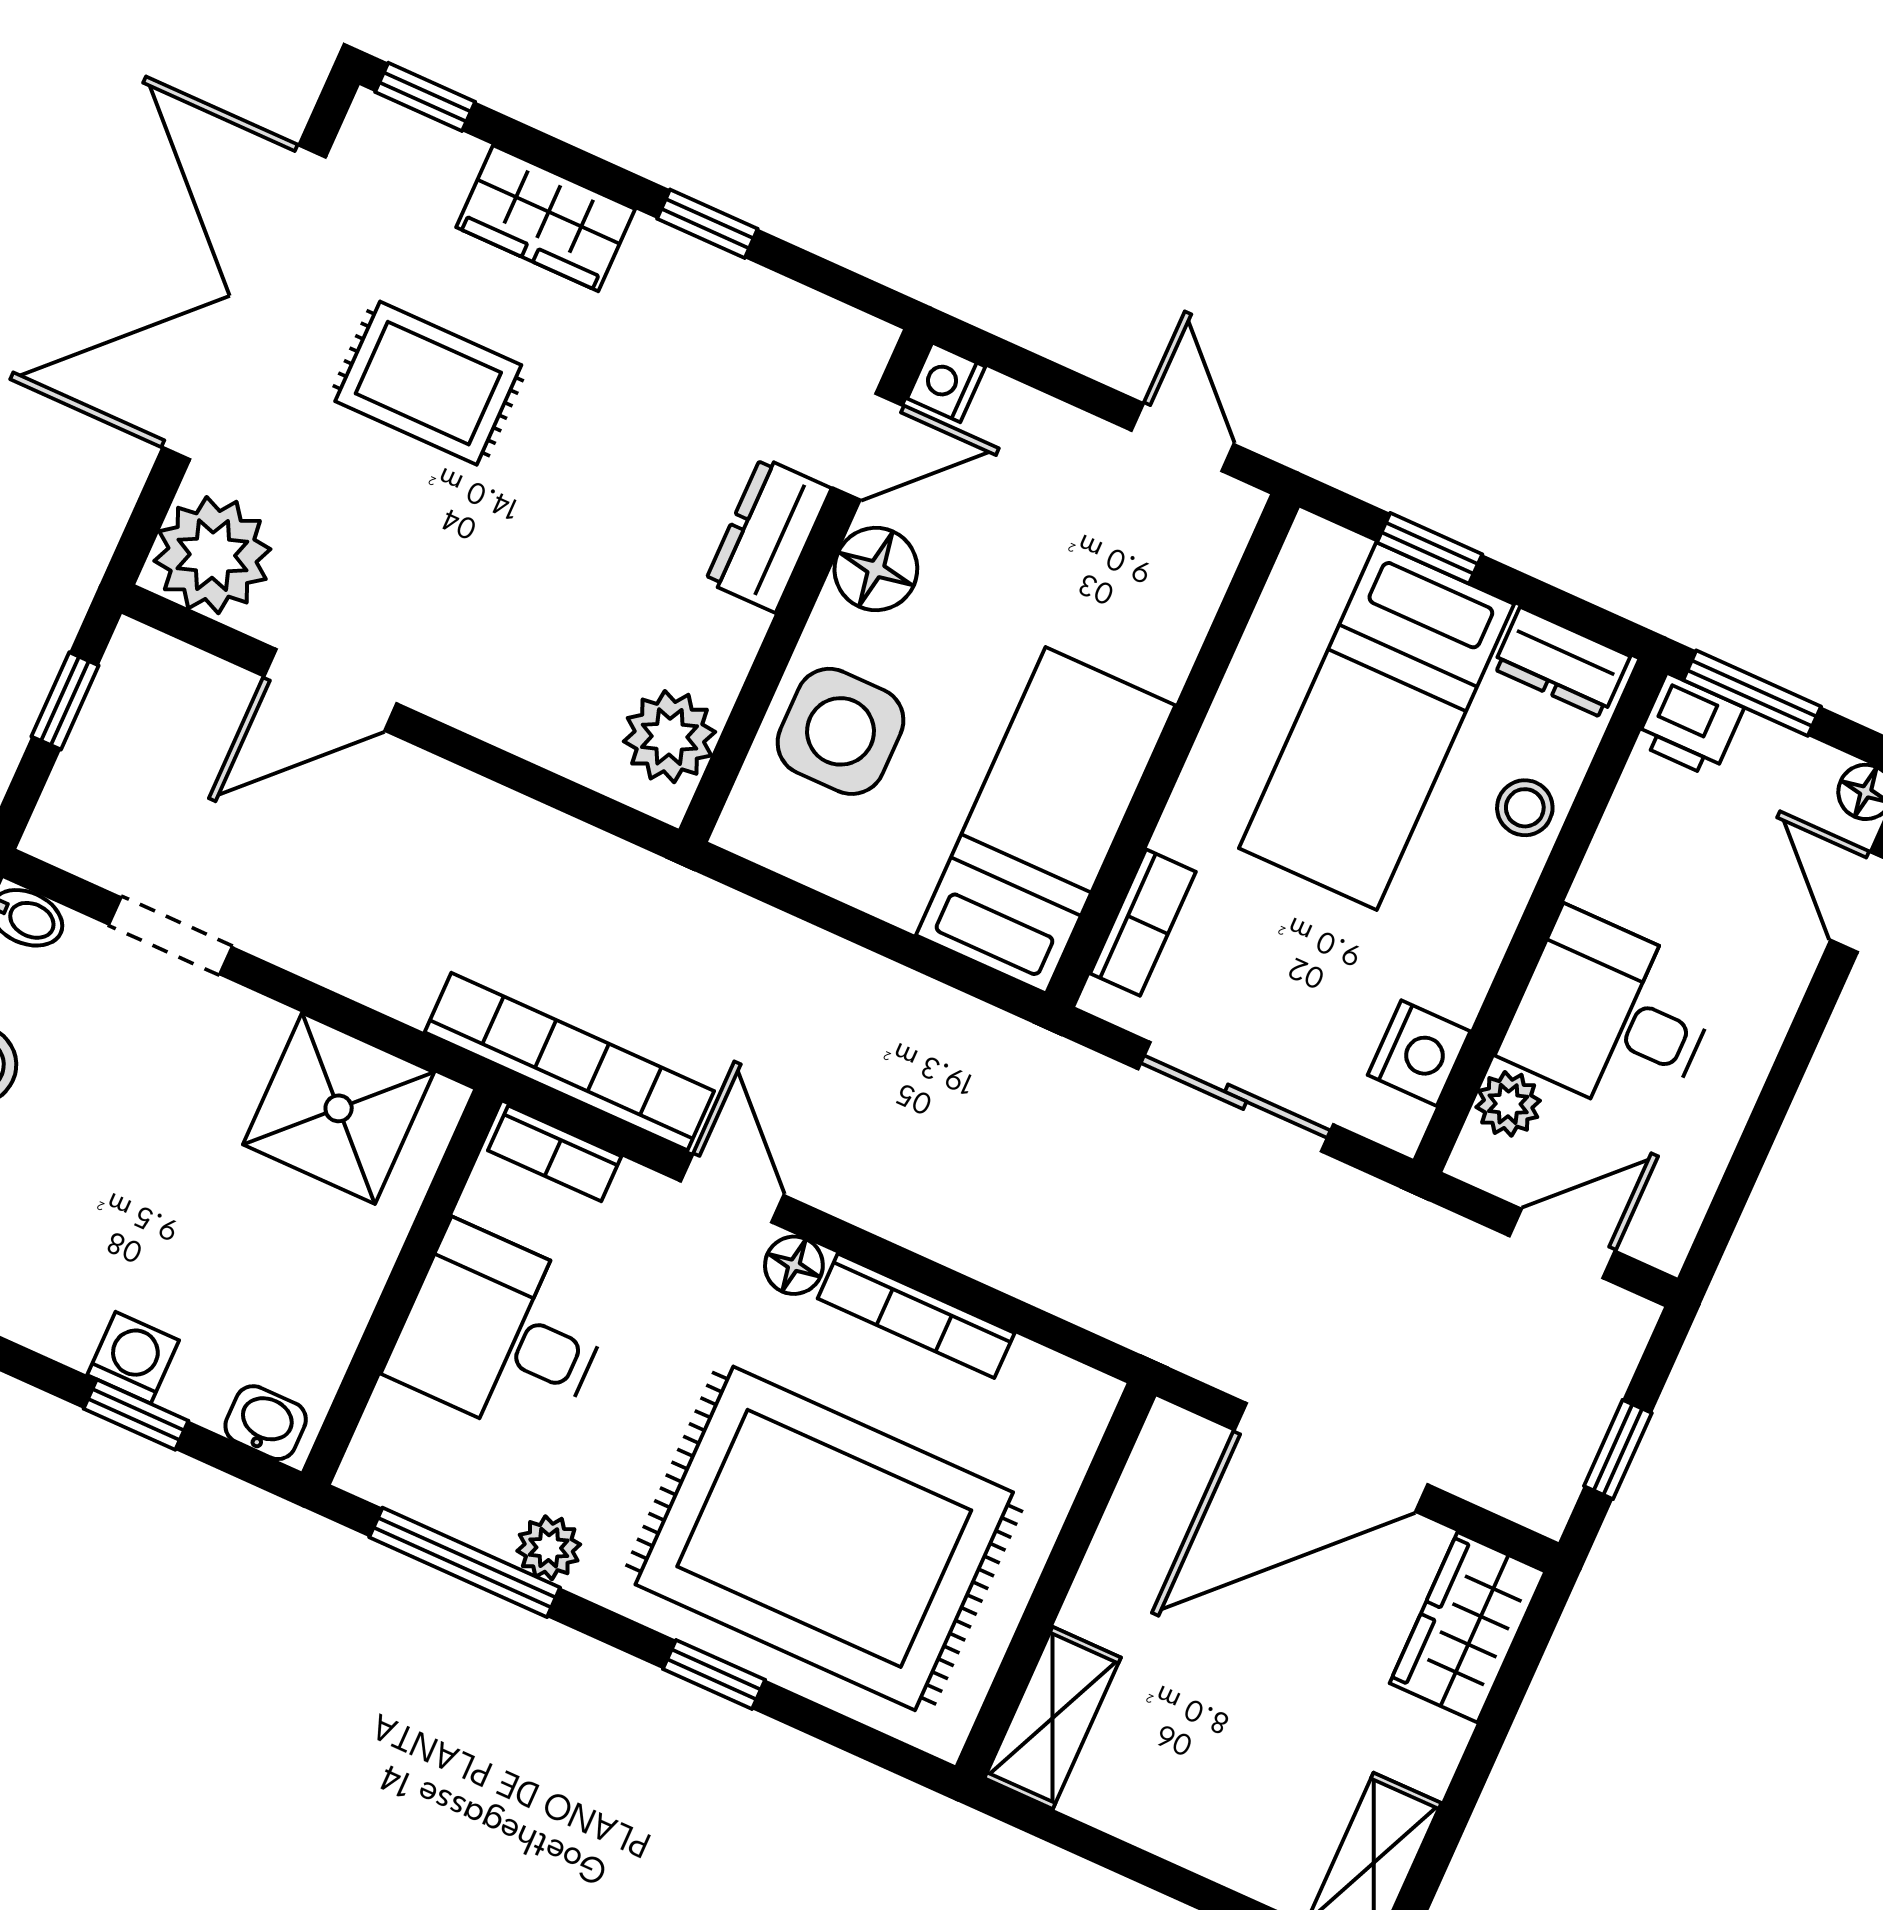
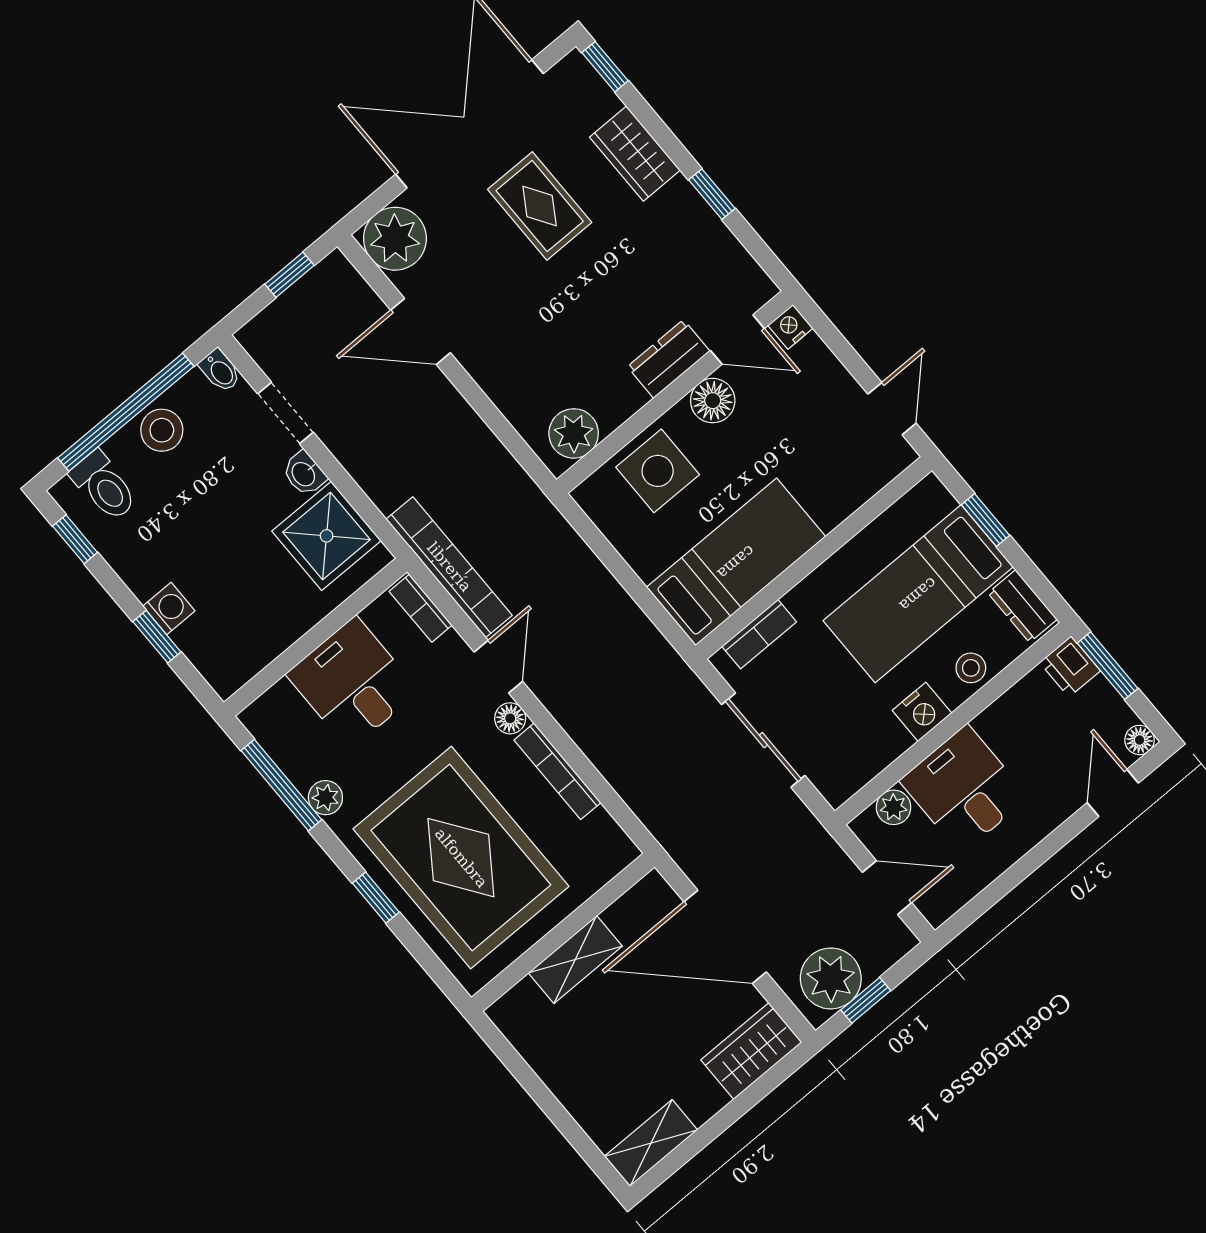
nightstand: (1419, 1053) -> (922, 712), moved
washbasin: (266, 1423) -> (304, 474), moved, turned 180
plant: (1542, 1441) -> (831, 978), added
shelving: (1053, 1718) -> (575, 959), moved

